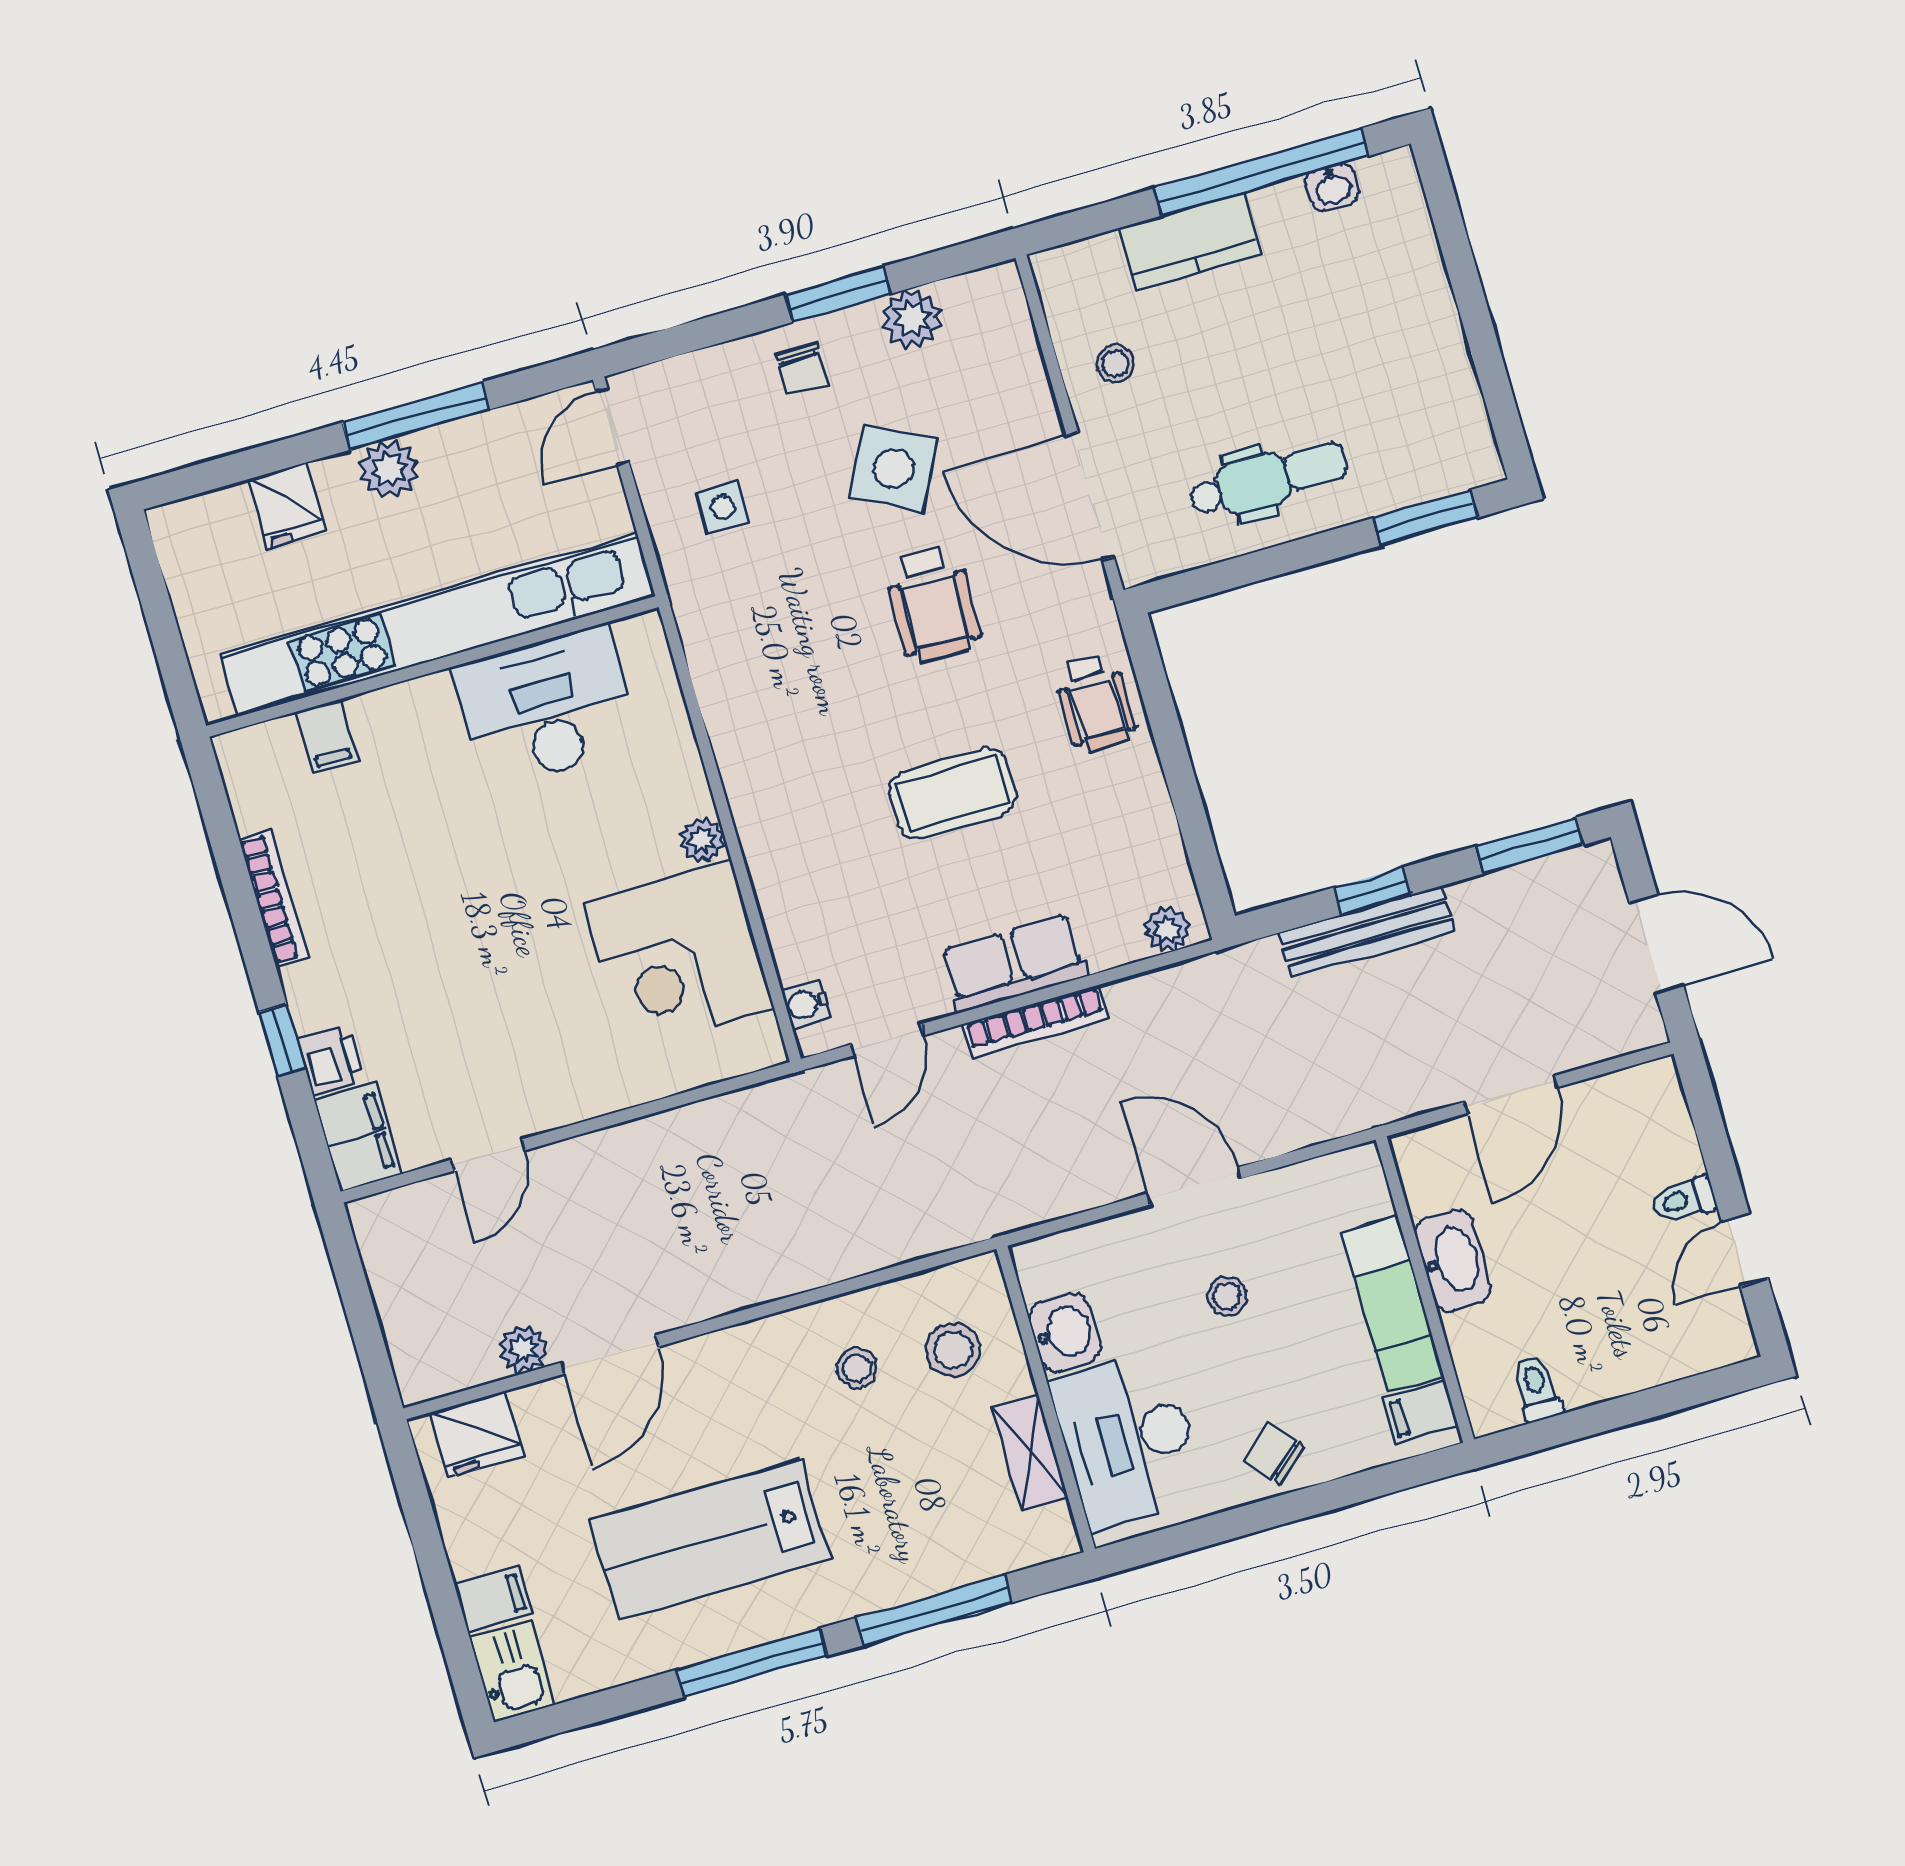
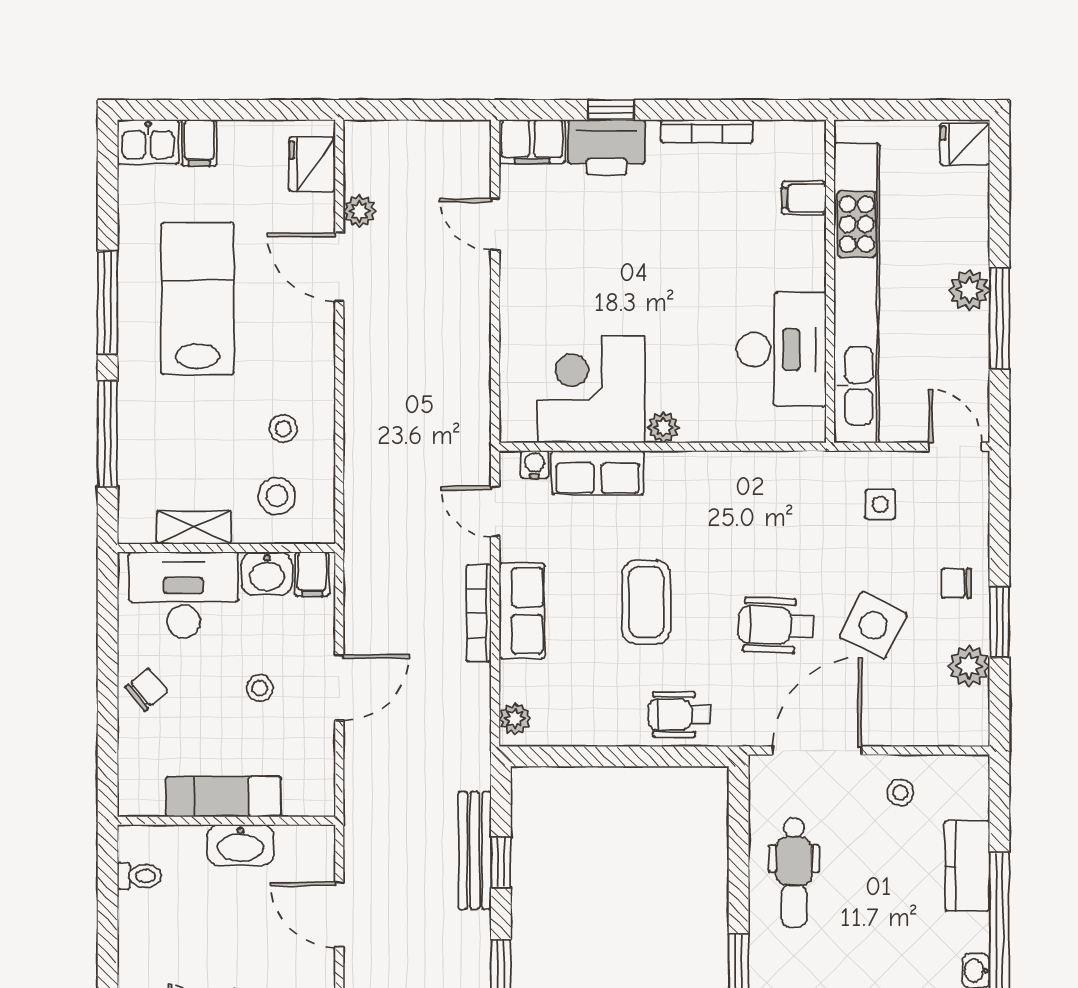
fridge: (287, 506) -> (965, 144), moved
row of seats: (792, 913) -> (598, 473), added
printer: (330, 1060) -> (607, 147), width x1.87, depth x1.48
filing cabinet: (1421, 1412) -> (312, 574), moved, turned 180

